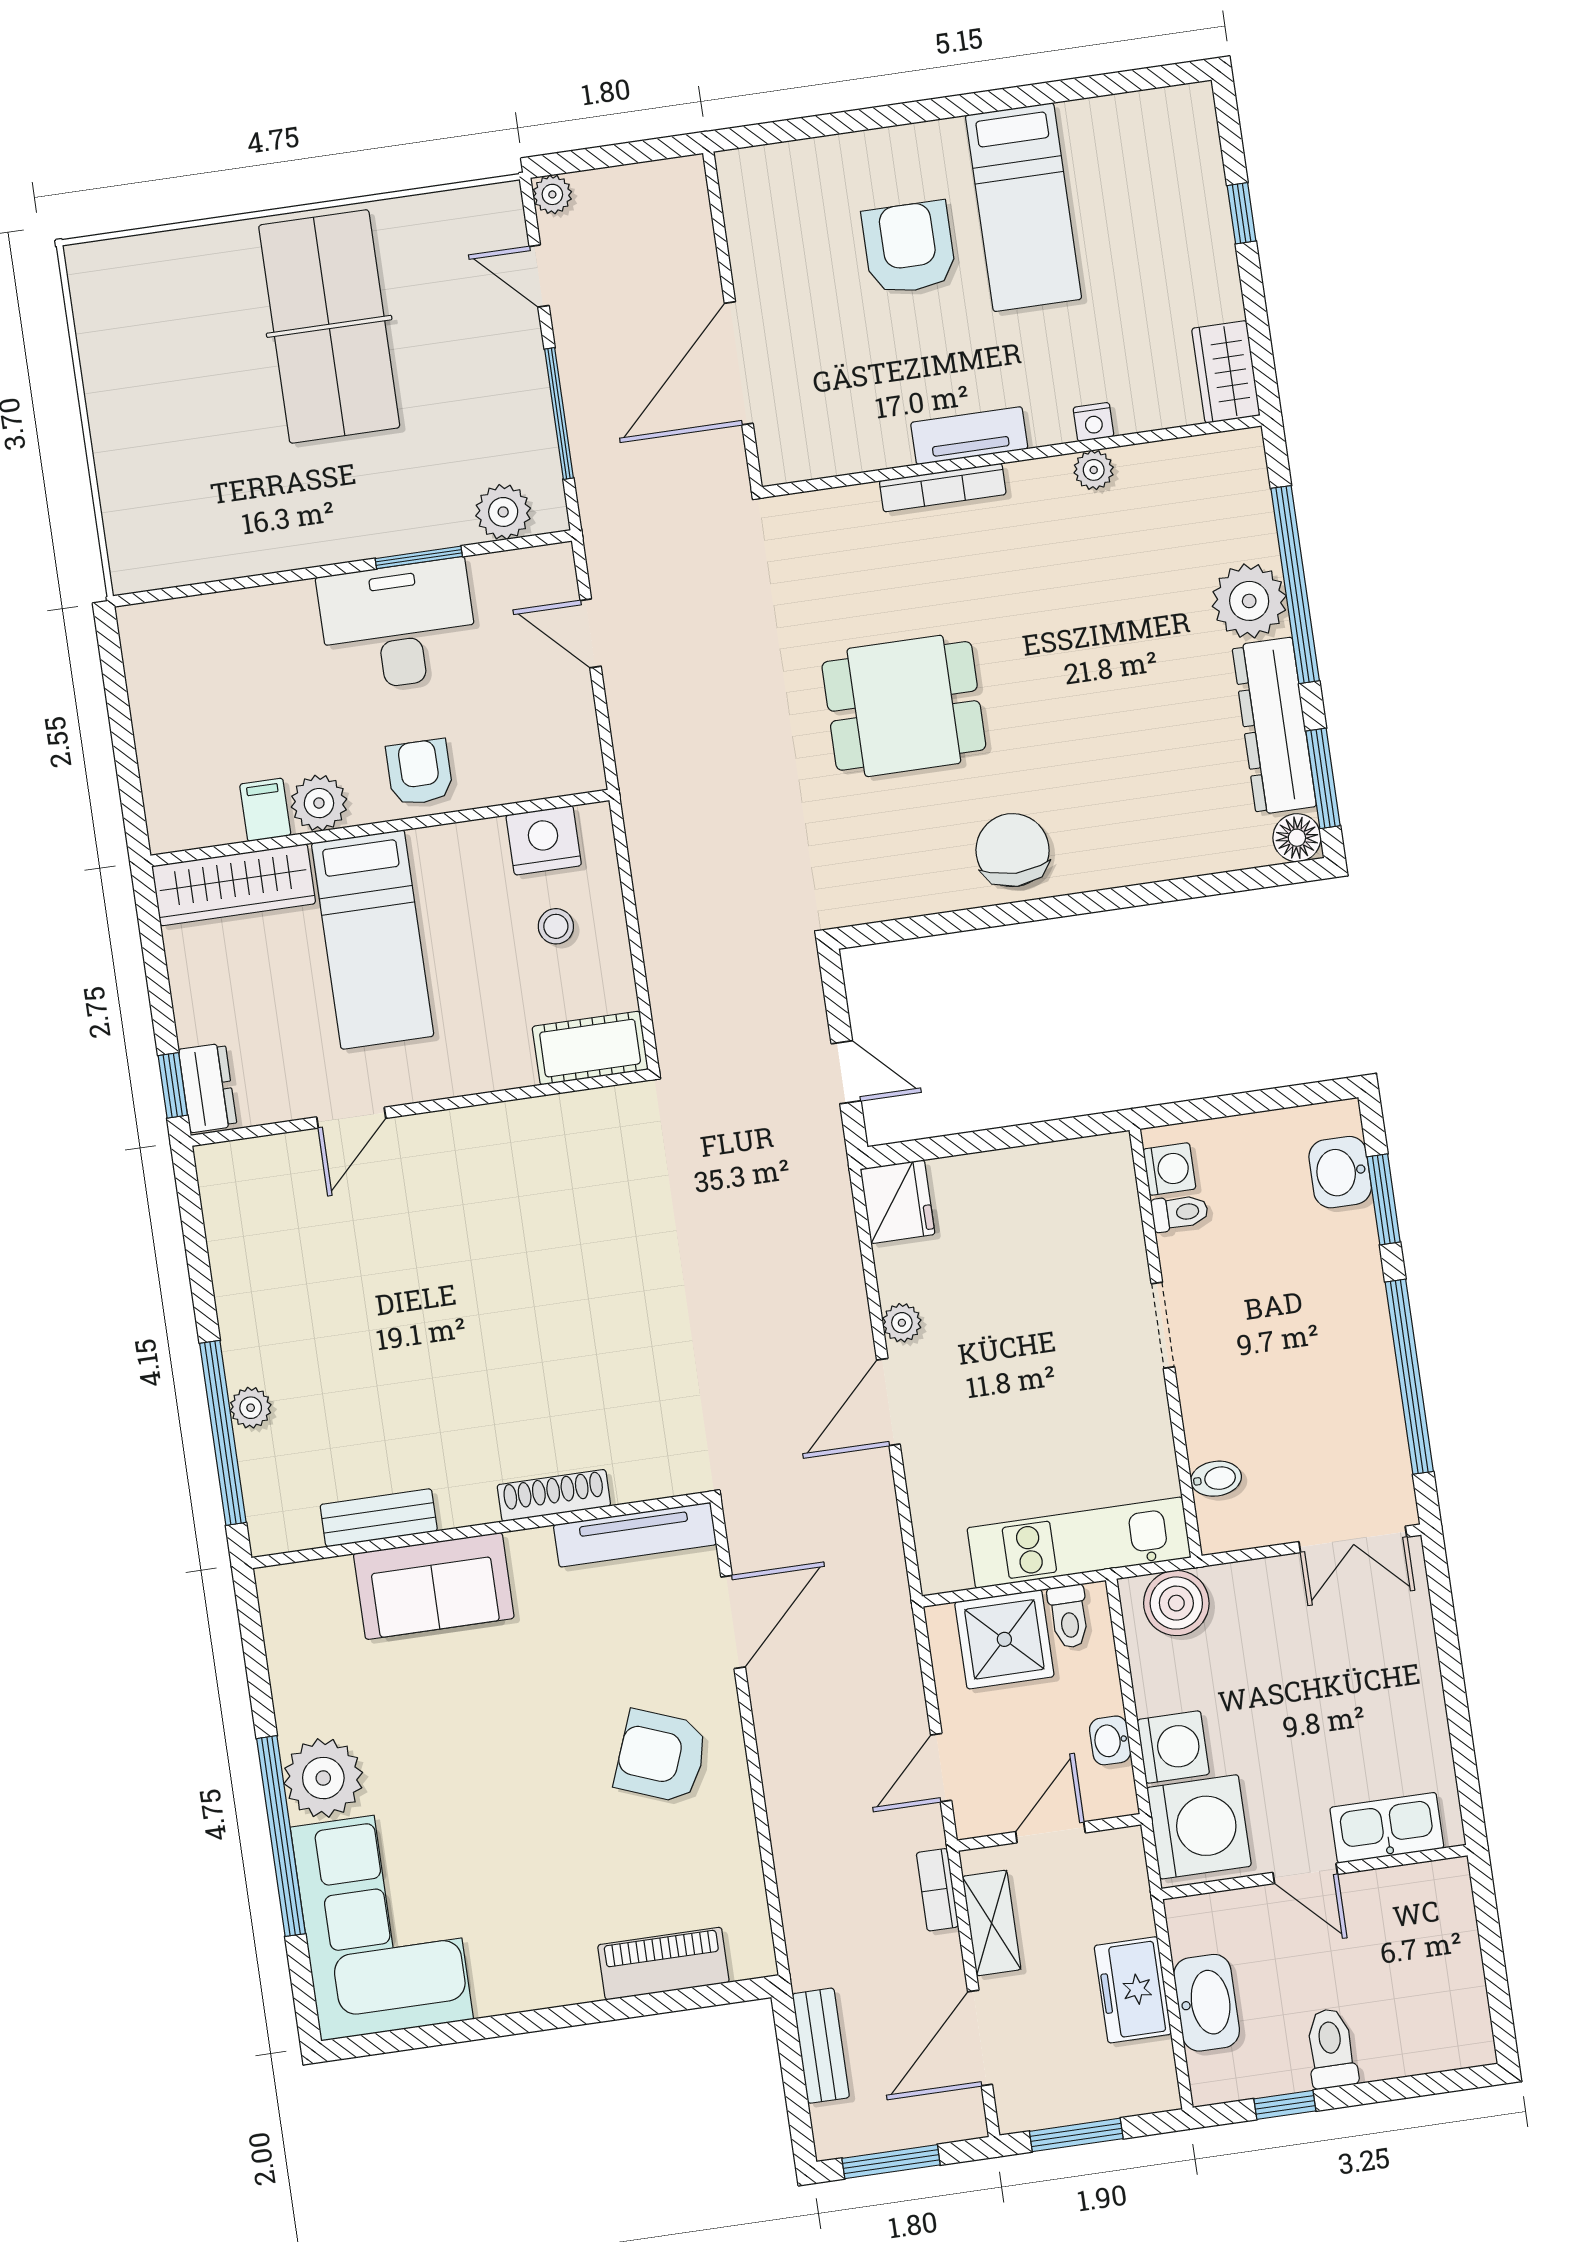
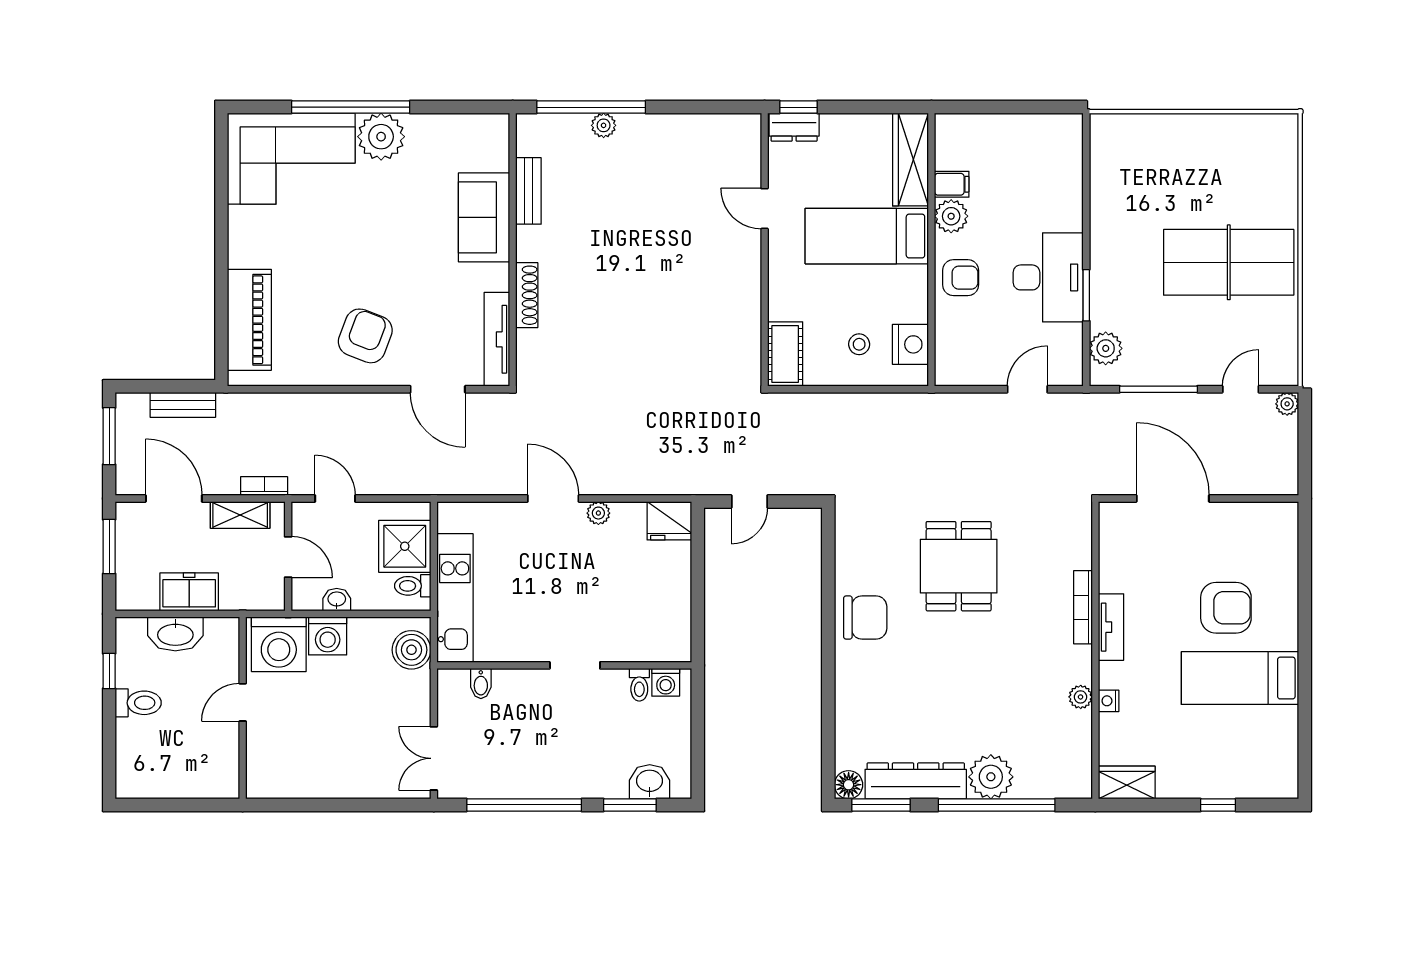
kitchen sink: (1387, 1828) -> (262, 754), removed
piano: (663, 1964) -> (249, 320), width x1.37, depth x1.33

